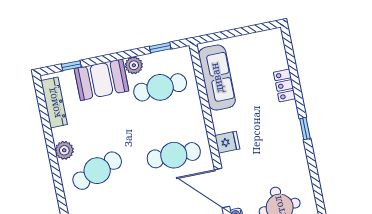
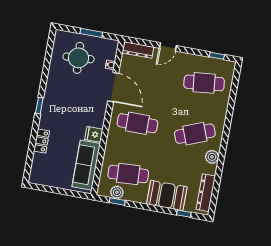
plant: (134, 65) -> (117, 192), moved
fridge: (227, 142) -> (94, 134), moved

